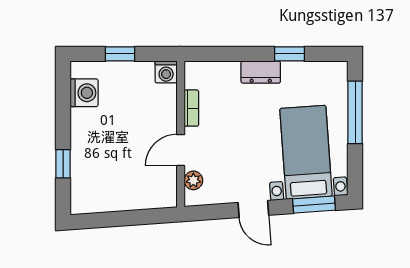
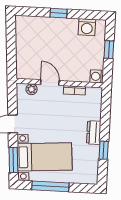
window: (355, 112) -> (50, 186), moved
window: (63, 164) -> (59, 13), moved

